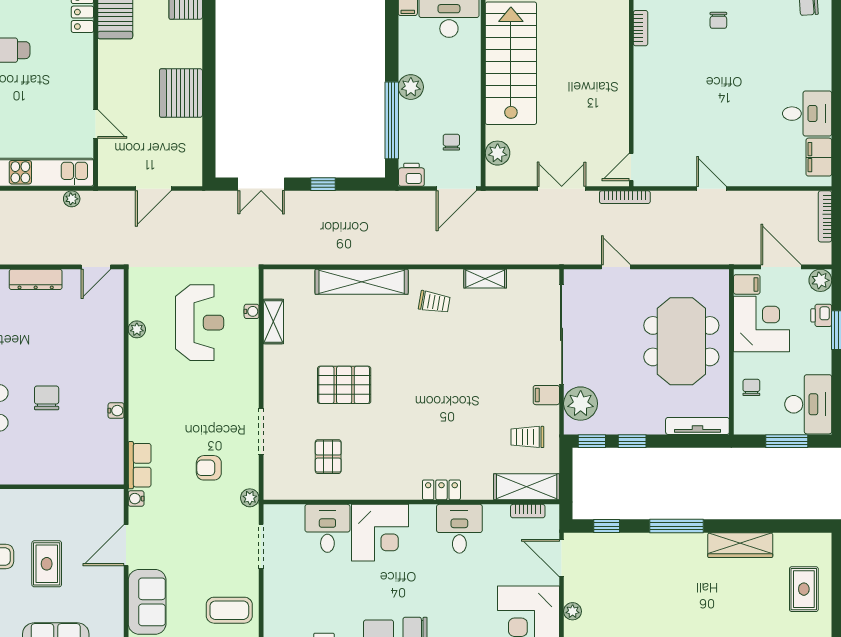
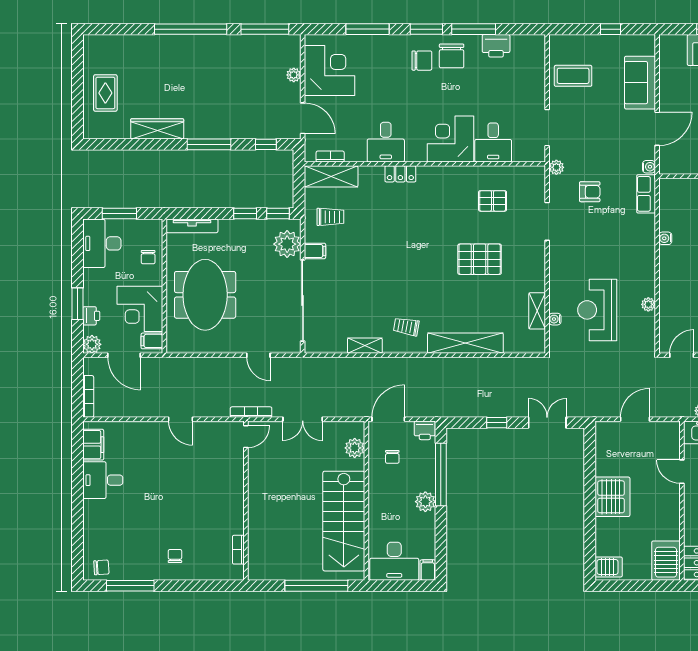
pallet: (328, 457) -> (493, 201), turned 90

